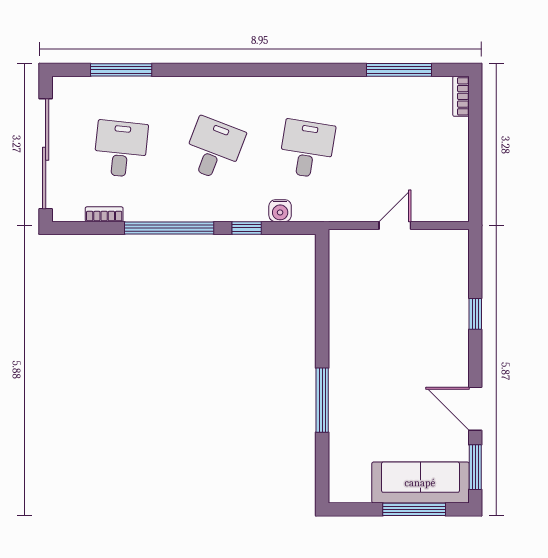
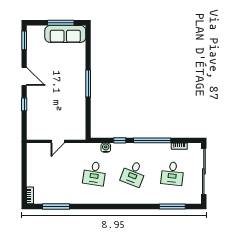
window: (322, 400) -> (88, 84), moved
door: (475, 409) -> (24, 76), moved
sofa: (420, 483) -> (65, 34), moved
window: (414, 509) -> (61, 23), moved

